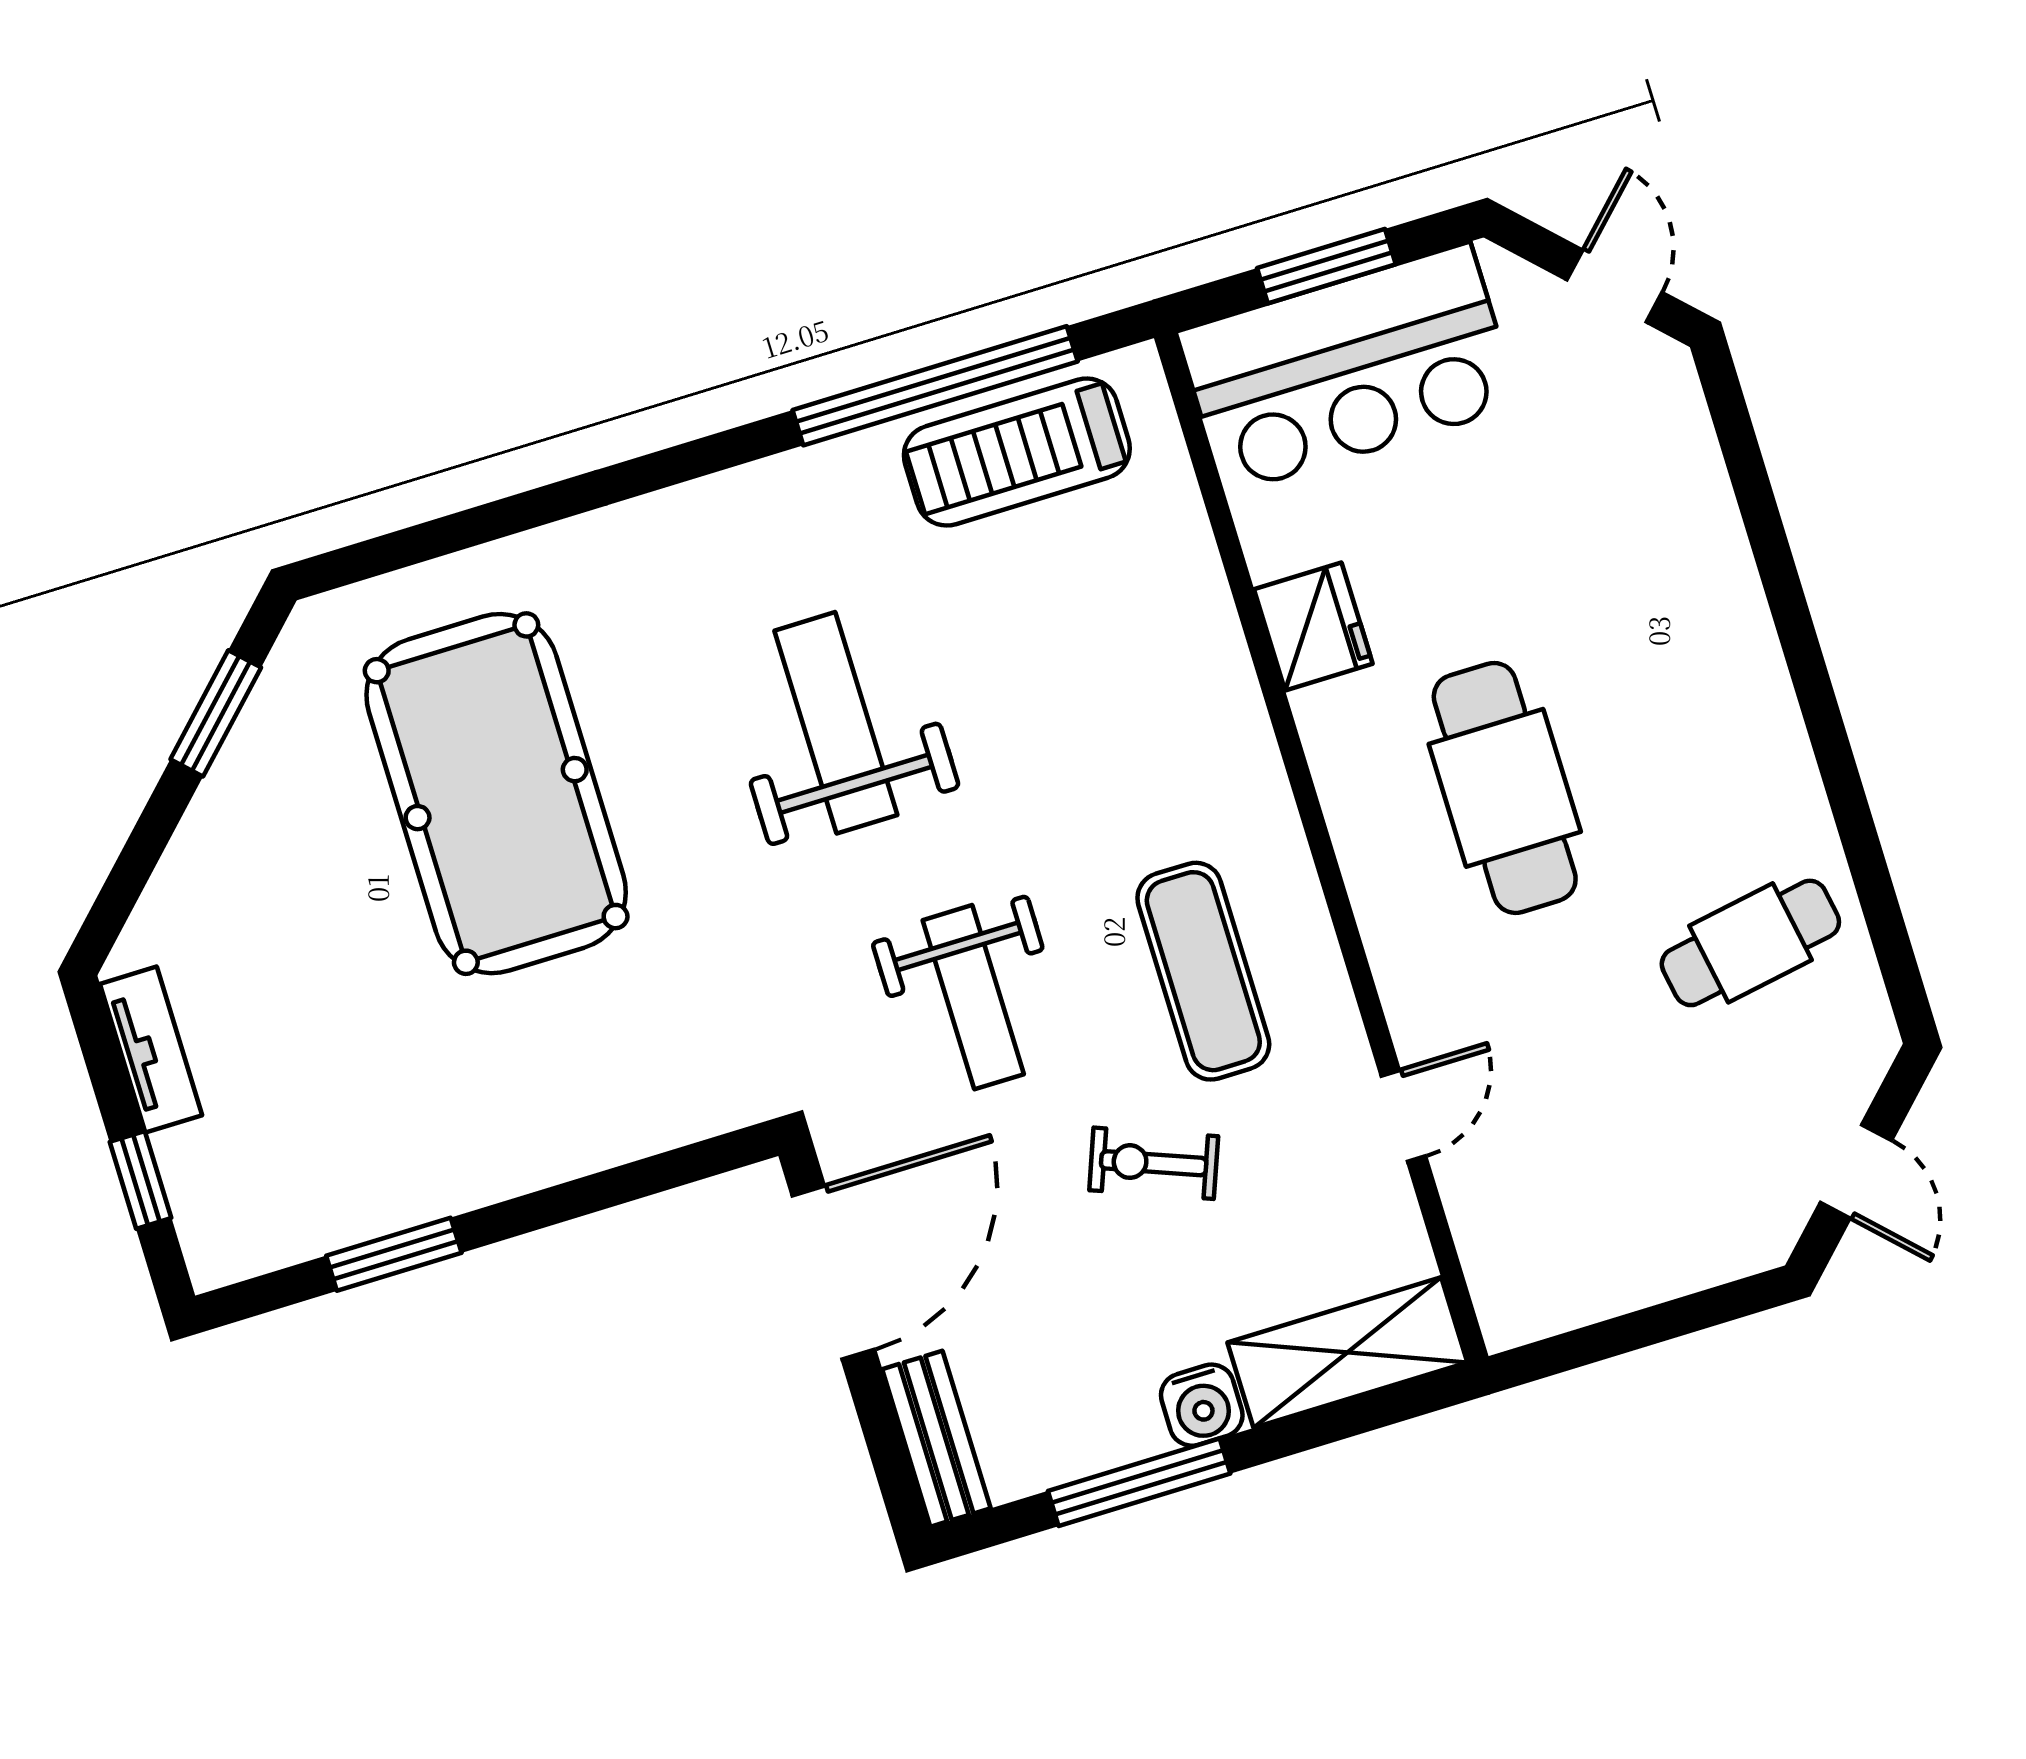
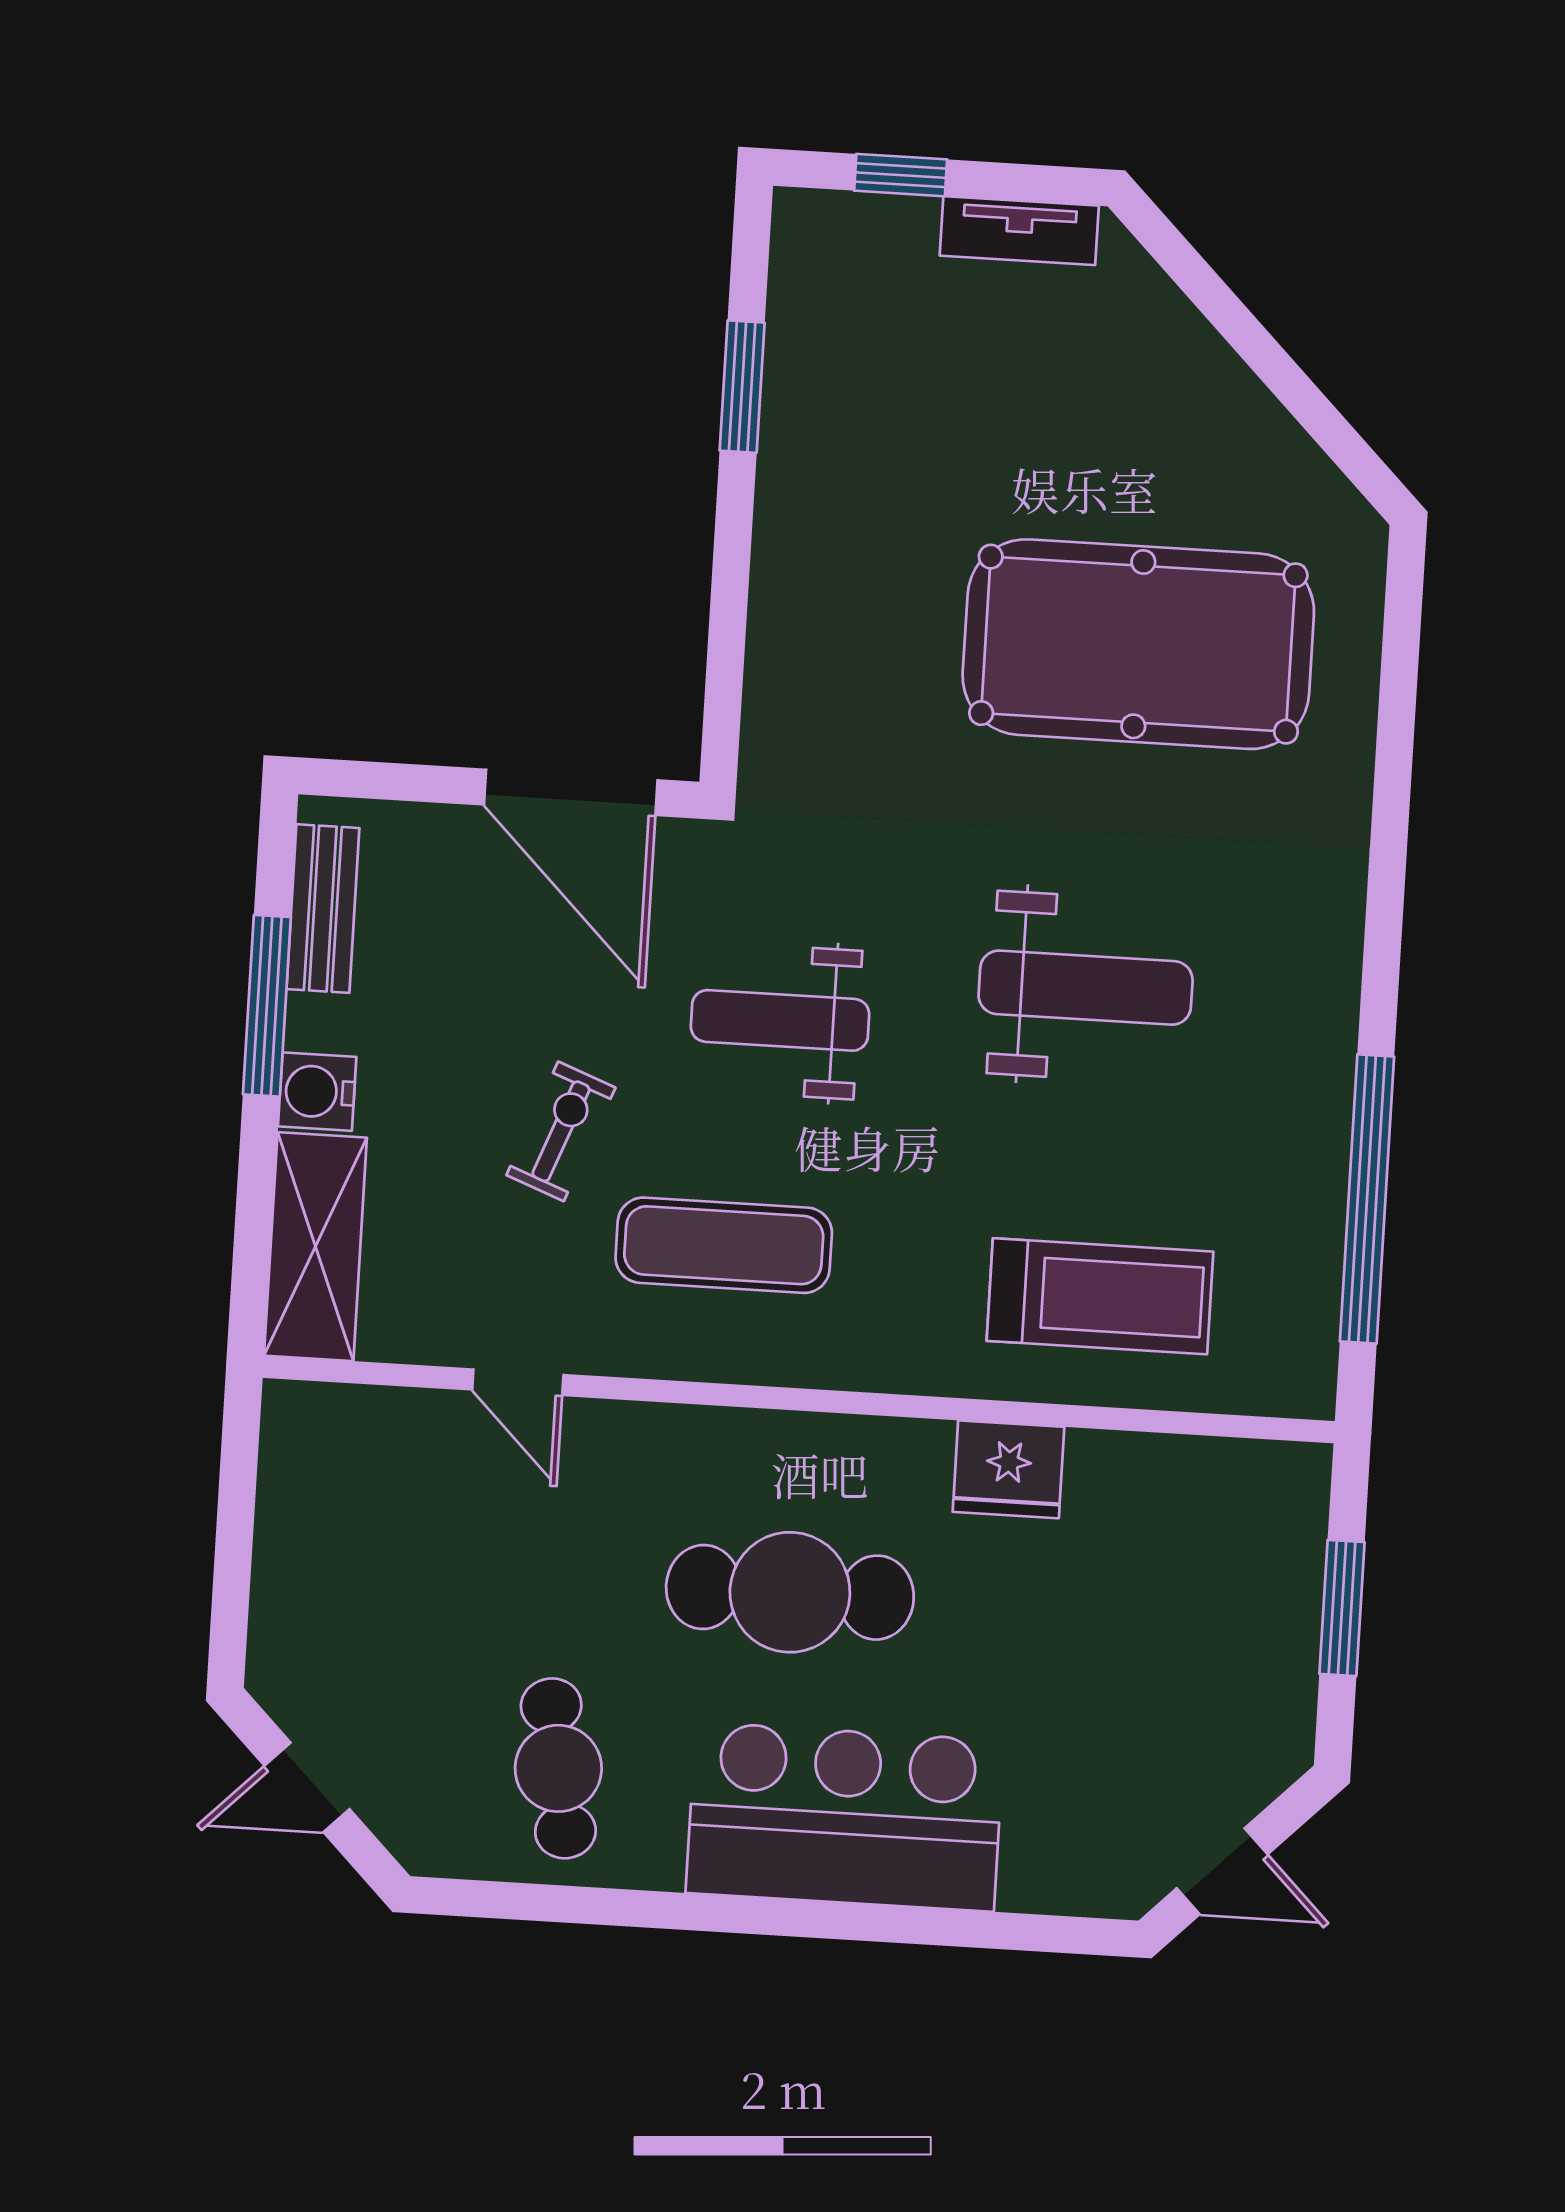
bar counter: (1348, 368) -> (845, 1817), moved, turned 90
treadmill: (1017, 452) -> (1100, 1296), moved, turned 90
window: (216, 713) -> (1312, 409), removed
bench: (936, 1439) -> (323, 909), moved, turned 90

